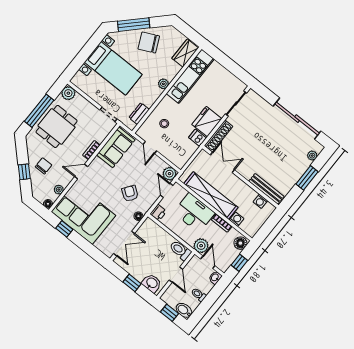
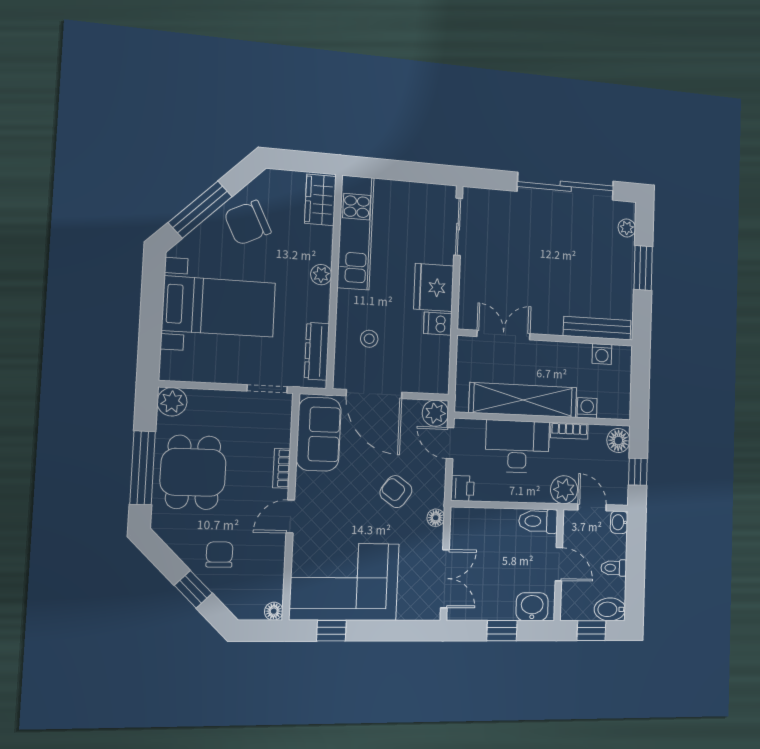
dresser: (139, 114) -> (317, 351), width x1.44
shoe rack: (218, 136) -> (468, 298), removed
door: (150, 147) -> (374, 394), width x1.88
plant: (59, 190) -> (275, 574), removed

